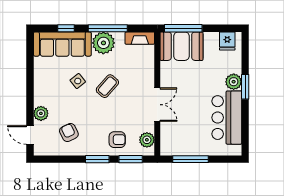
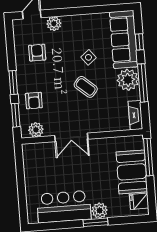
booth: (181, 46) -> (132, 172), moved
armchair: (69, 133) -> (37, 53), turned -64
window: (190, 159) -> (20, 174), removed

